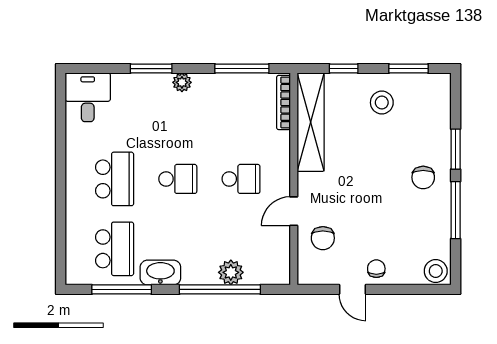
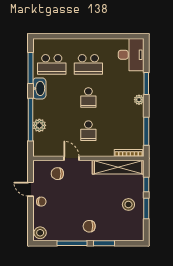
window: (408, 69) -> (146, 208), moved
desk: (88, 97) -> (131, 55), width x1.37
door: (352, 289) -> (30, 189), hinge flipped

